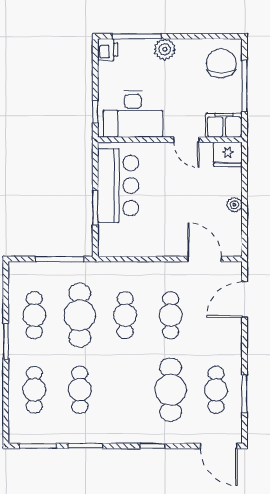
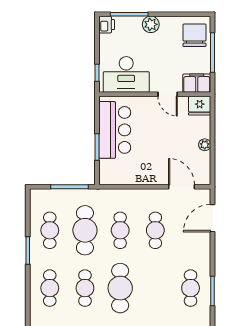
cafe table: (171, 390) -> (120, 288), moved

